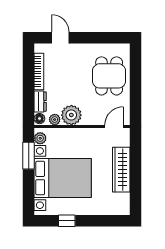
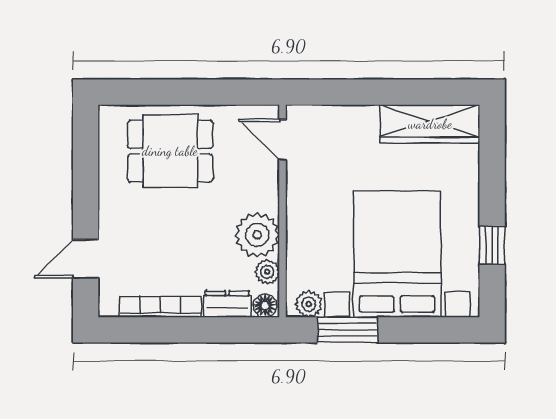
wardrobe: (121, 170) -> (430, 124), moved

